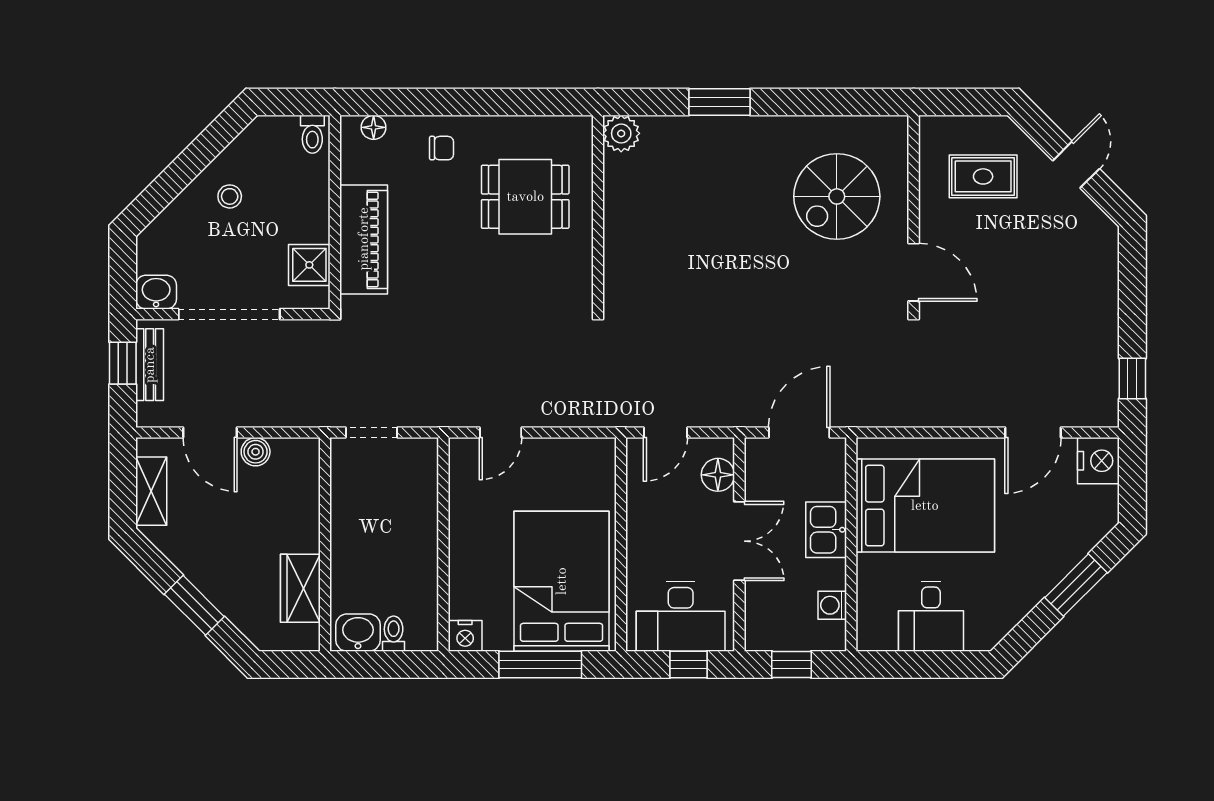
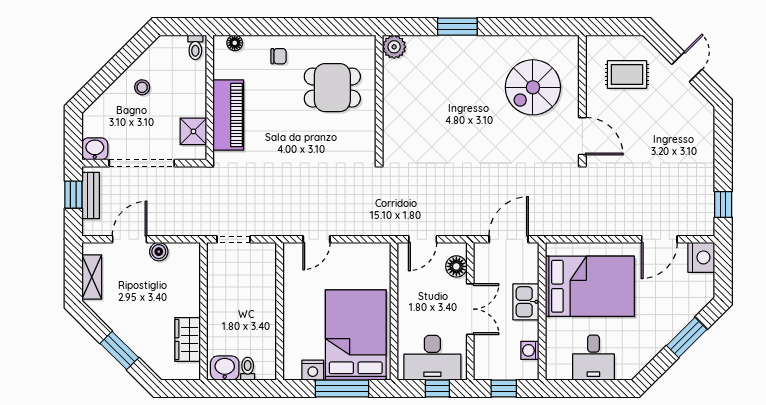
door: (210, 433) -> (130, 239), swing flipped
nightstand: (465, 636) -> (313, 370), moved

